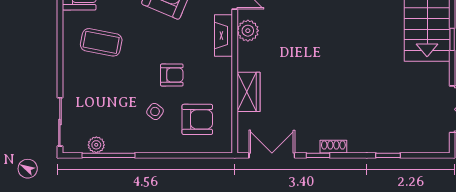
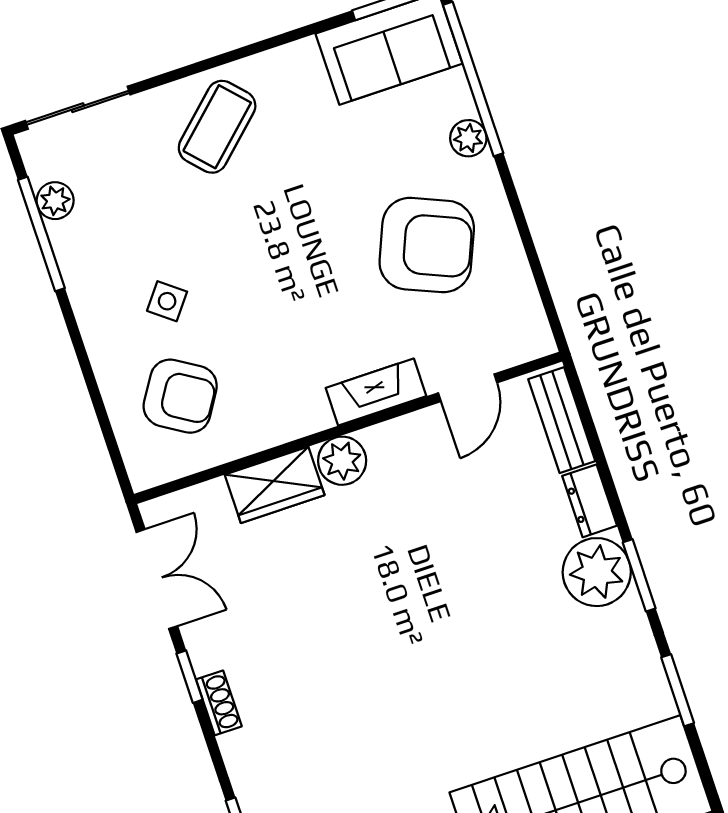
plant: (248, 31) -> (342, 461), moved
coffee table: (101, 42) -> (217, 127), moved, turned 36
armchair: (172, 75) -> (256, 311), removed
armchair: (197, 119) -> (180, 396), turned -58

